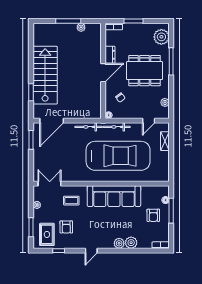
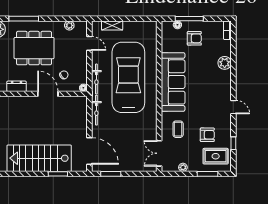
dining table: (145, 71) -> (34, 48), turned 90
door: (103, 73) -> (48, 94), moved
plant: (119, 243) -> (225, 76), removed

